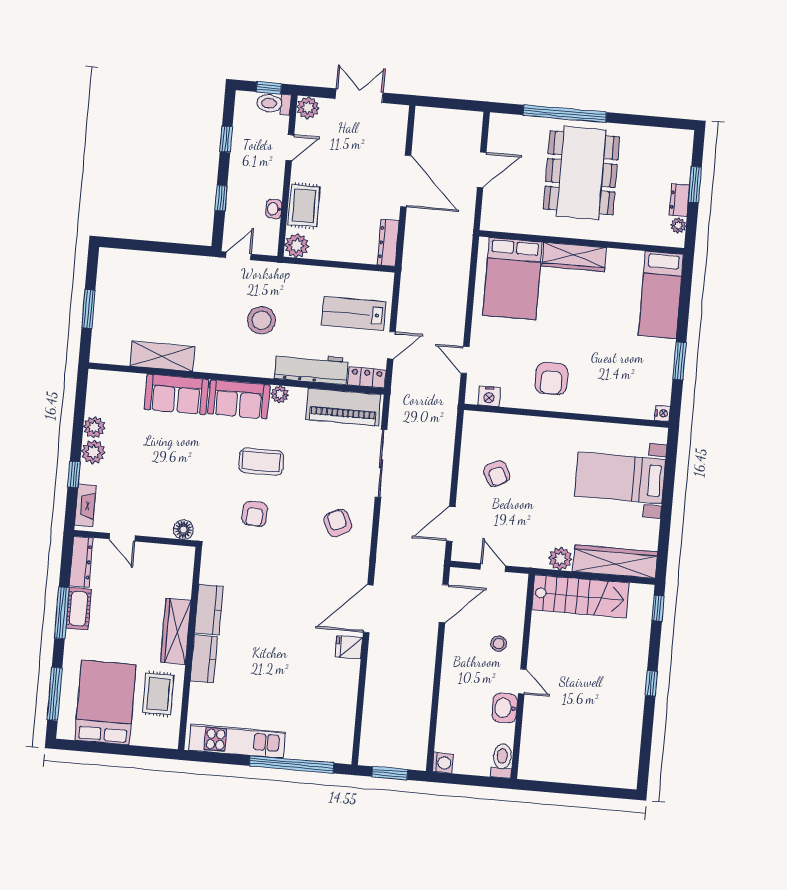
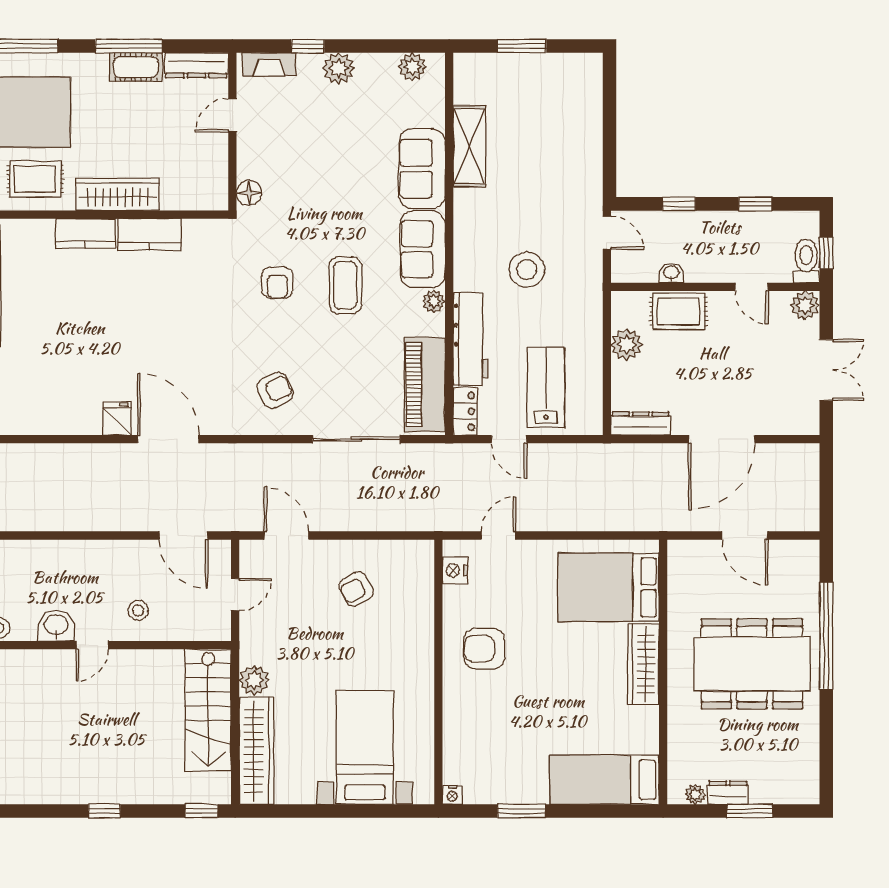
plant: (297, 246) -> (627, 345), moved
plant: (94, 427) -> (412, 67), moved
armchair: (255, 514) -> (277, 283), turned -93

